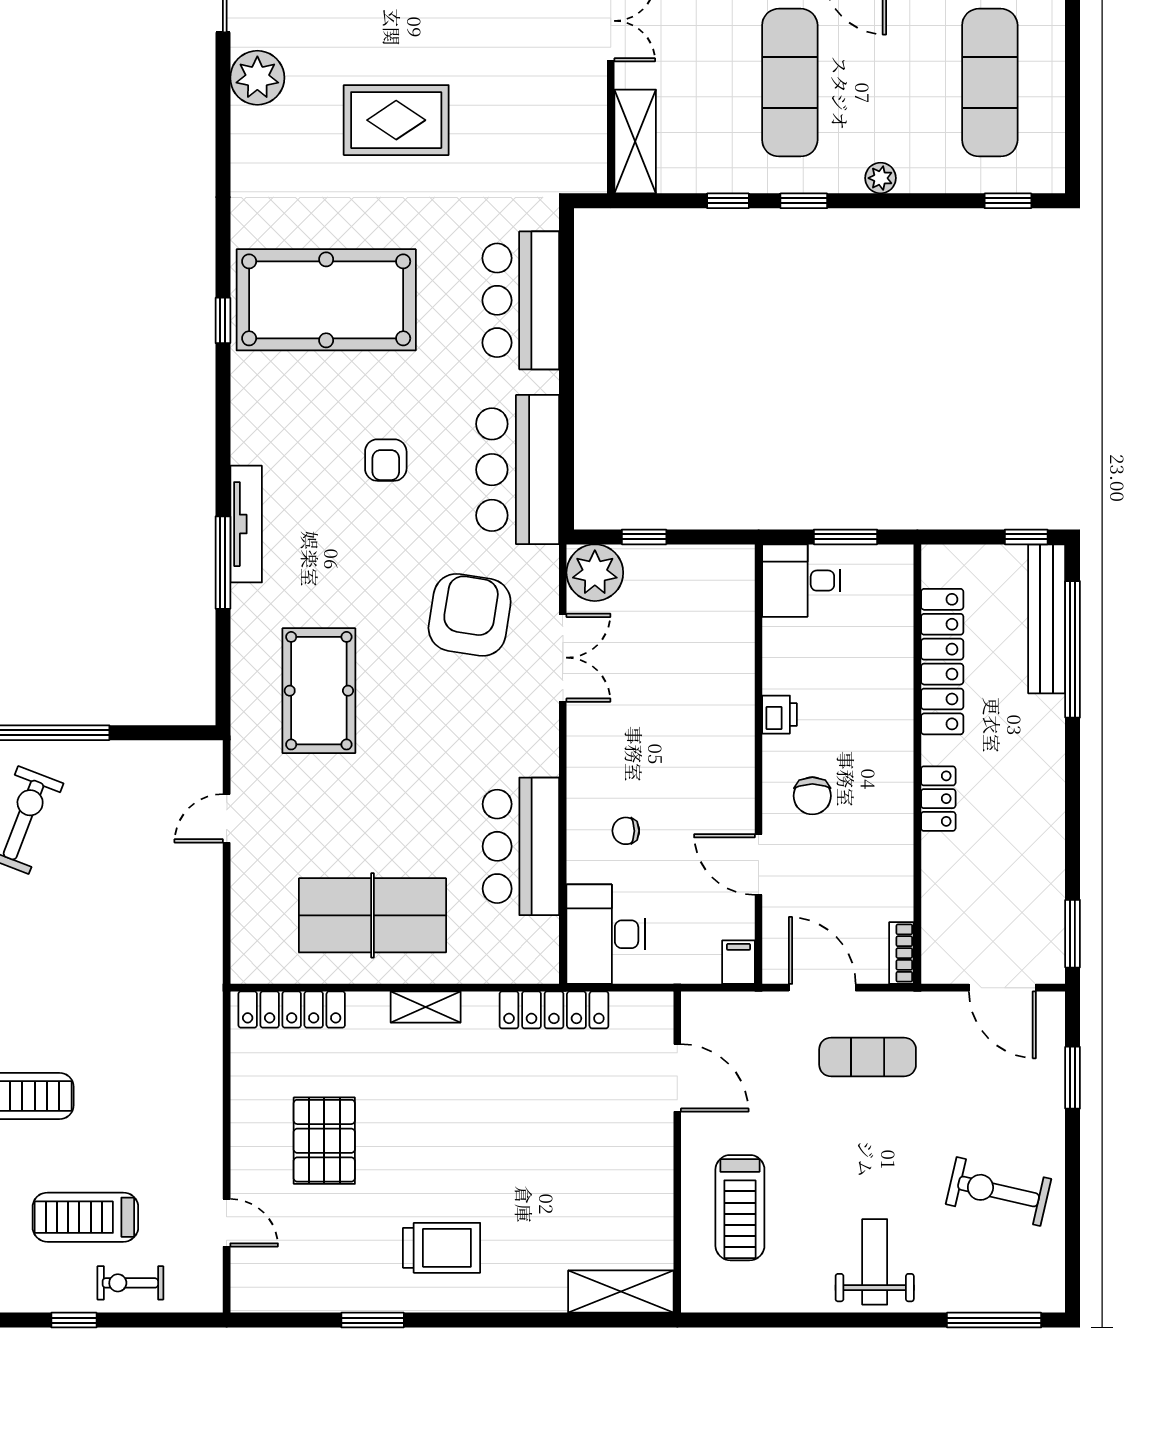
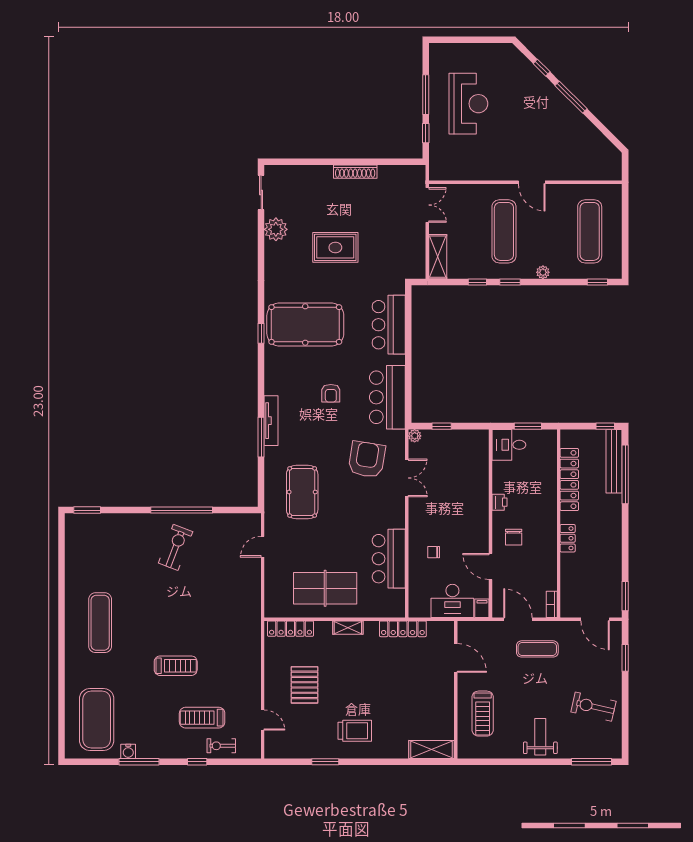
plant: (595, 573) -> (415, 436), width x0.53, depth x0.53
desk: (606, 934) -> (452, 601), moved, turned -90

